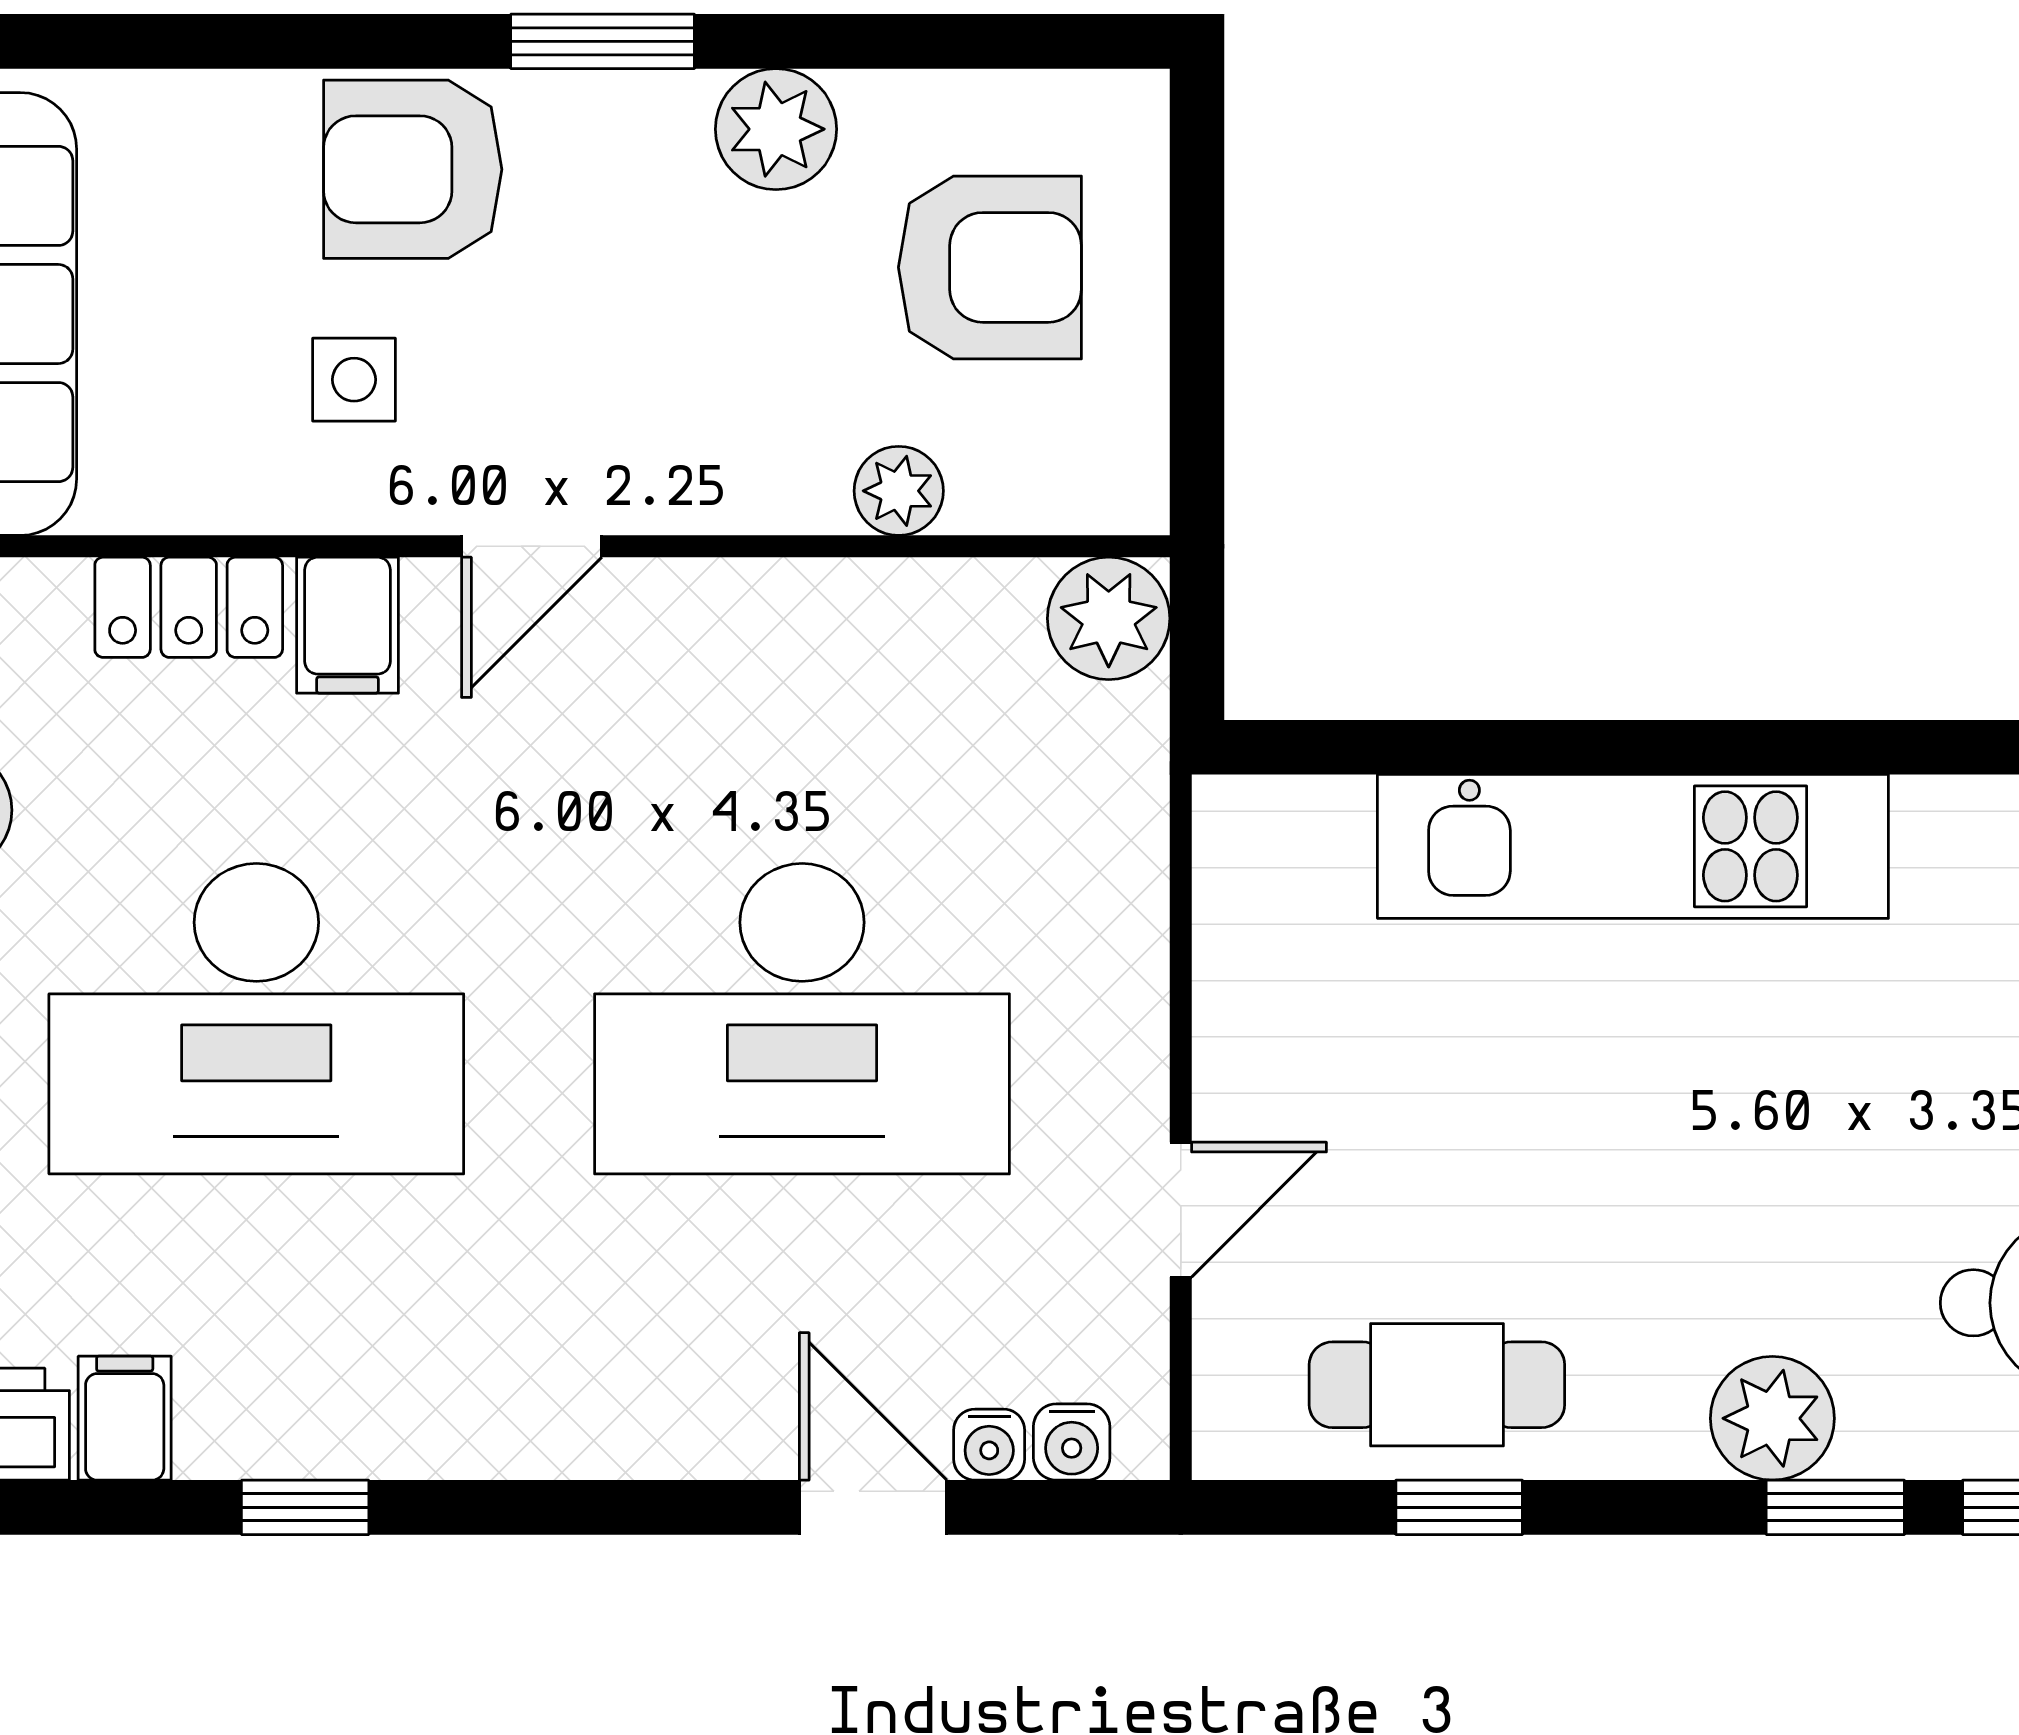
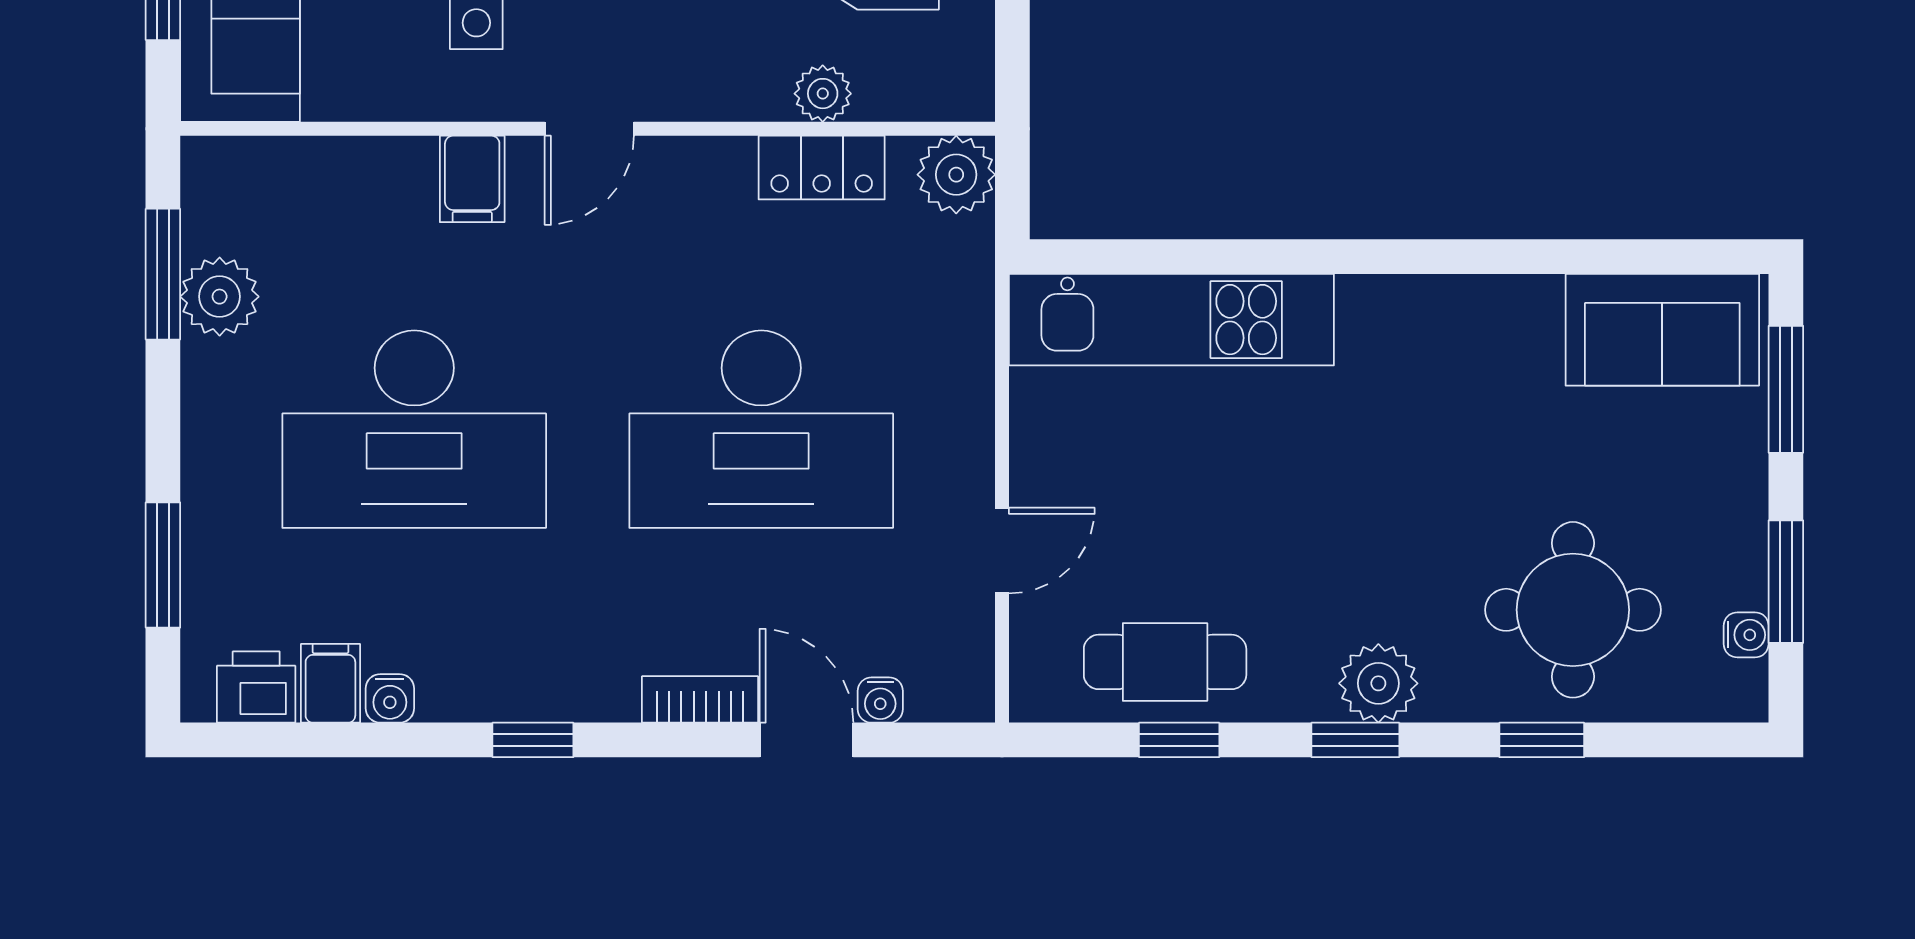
locker: (189, 607) -> (822, 168), moved
kitchen unit: (1633, 846) -> (1171, 320), moved
water cooler: (1072, 1442) -> (390, 698), moved
bookcase: (706, 1444) -> (700, 699), added
window: (305, 1507) -> (533, 740), moved
window: (1835, 1507) -> (1355, 740), moved

